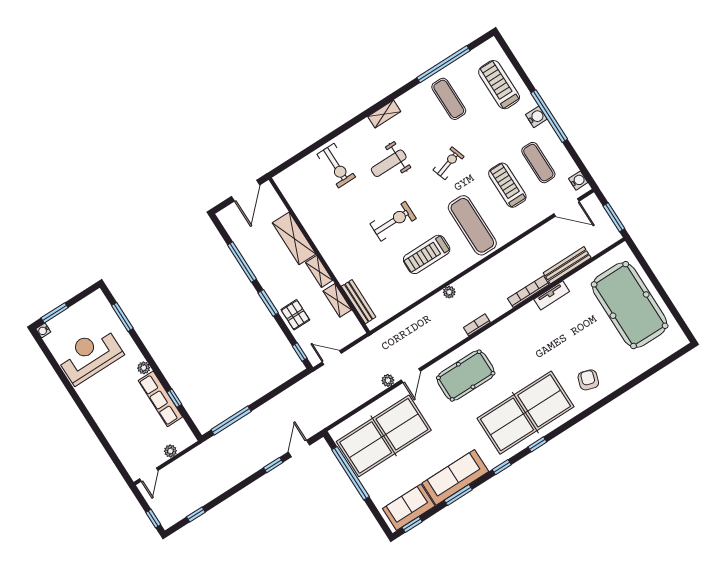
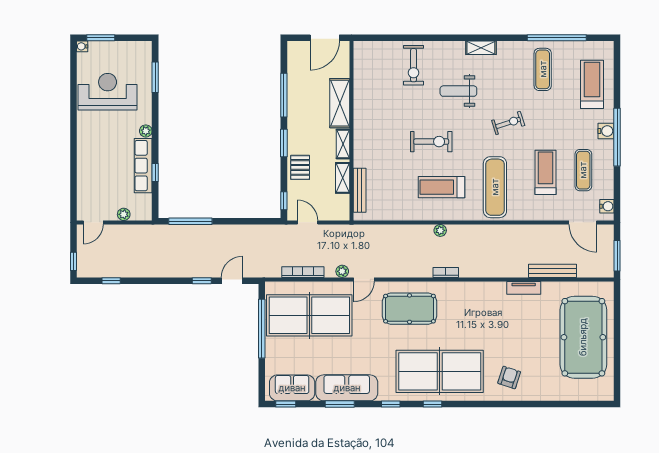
bookcase: (528, 292) -> (303, 272), moved

